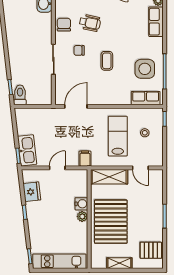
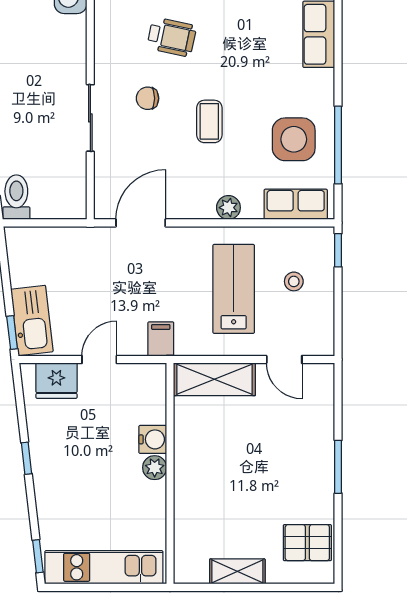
chair: (64, 25) -> (114, 41), removed
plant: (115, 100) -> (228, 208), added
fridge: (32, 192) -> (56, 381), moved, turned 97
pallet: (111, 222) -> (218, 479), removed

